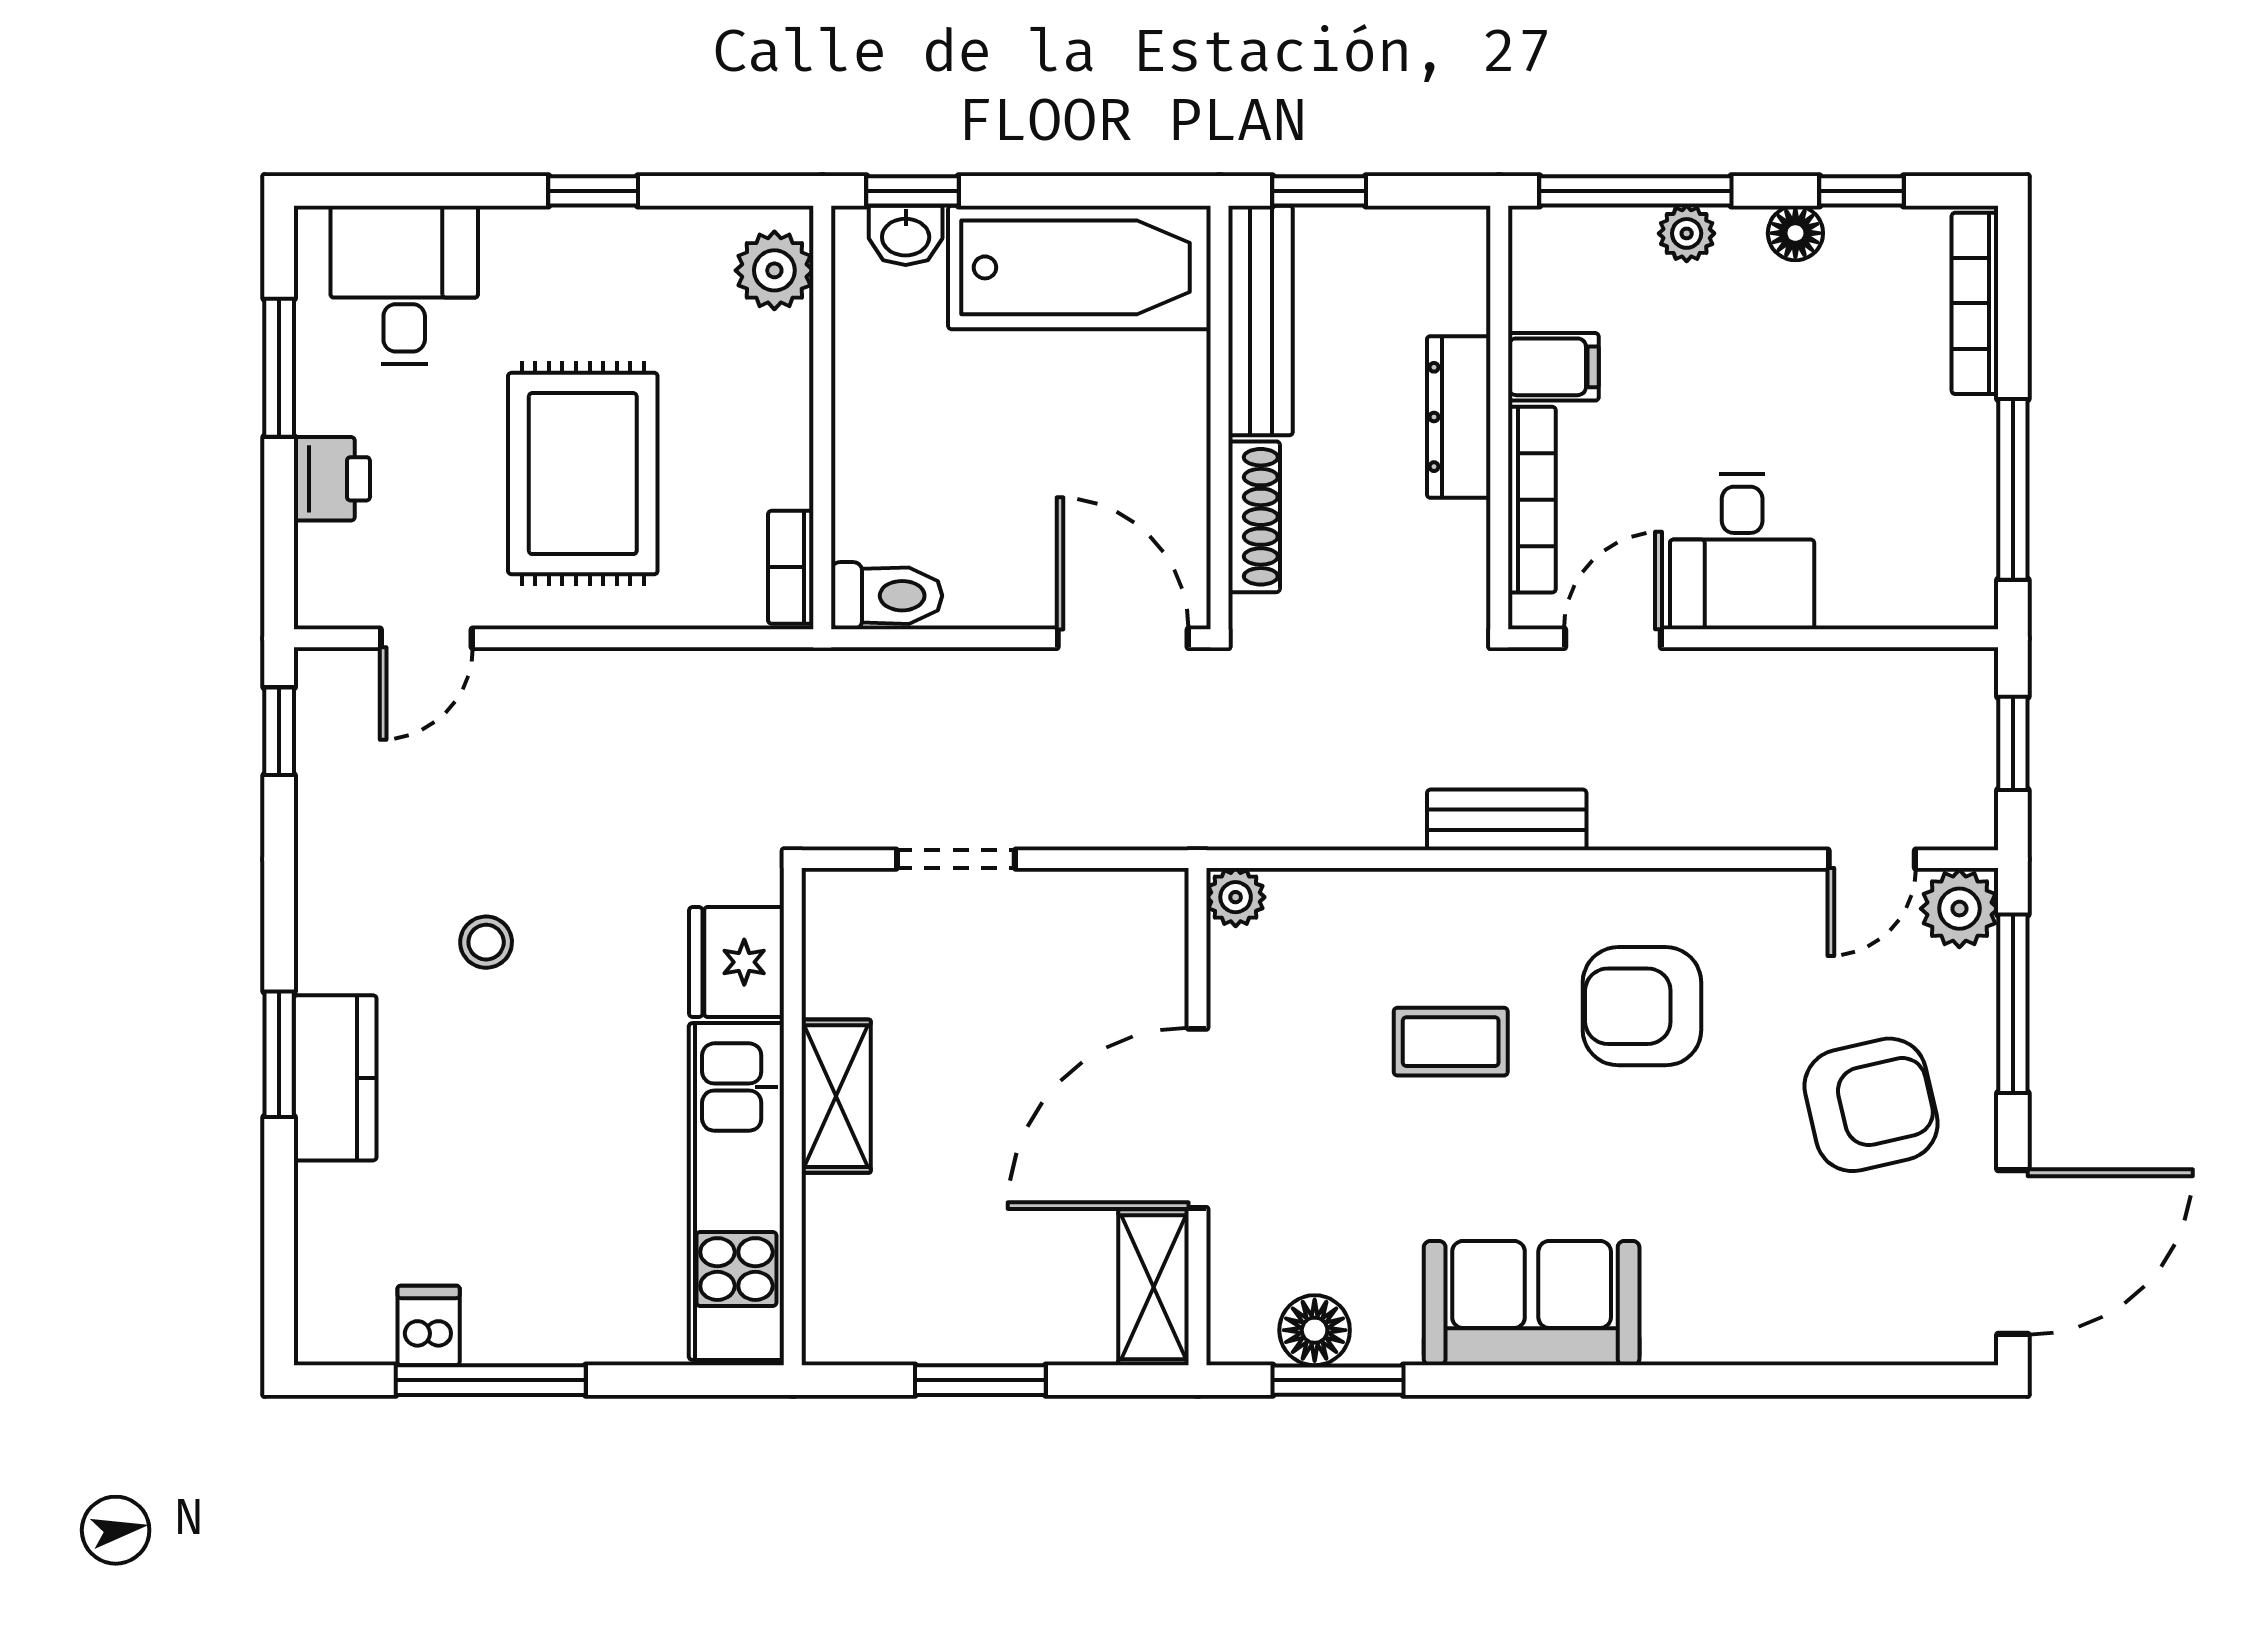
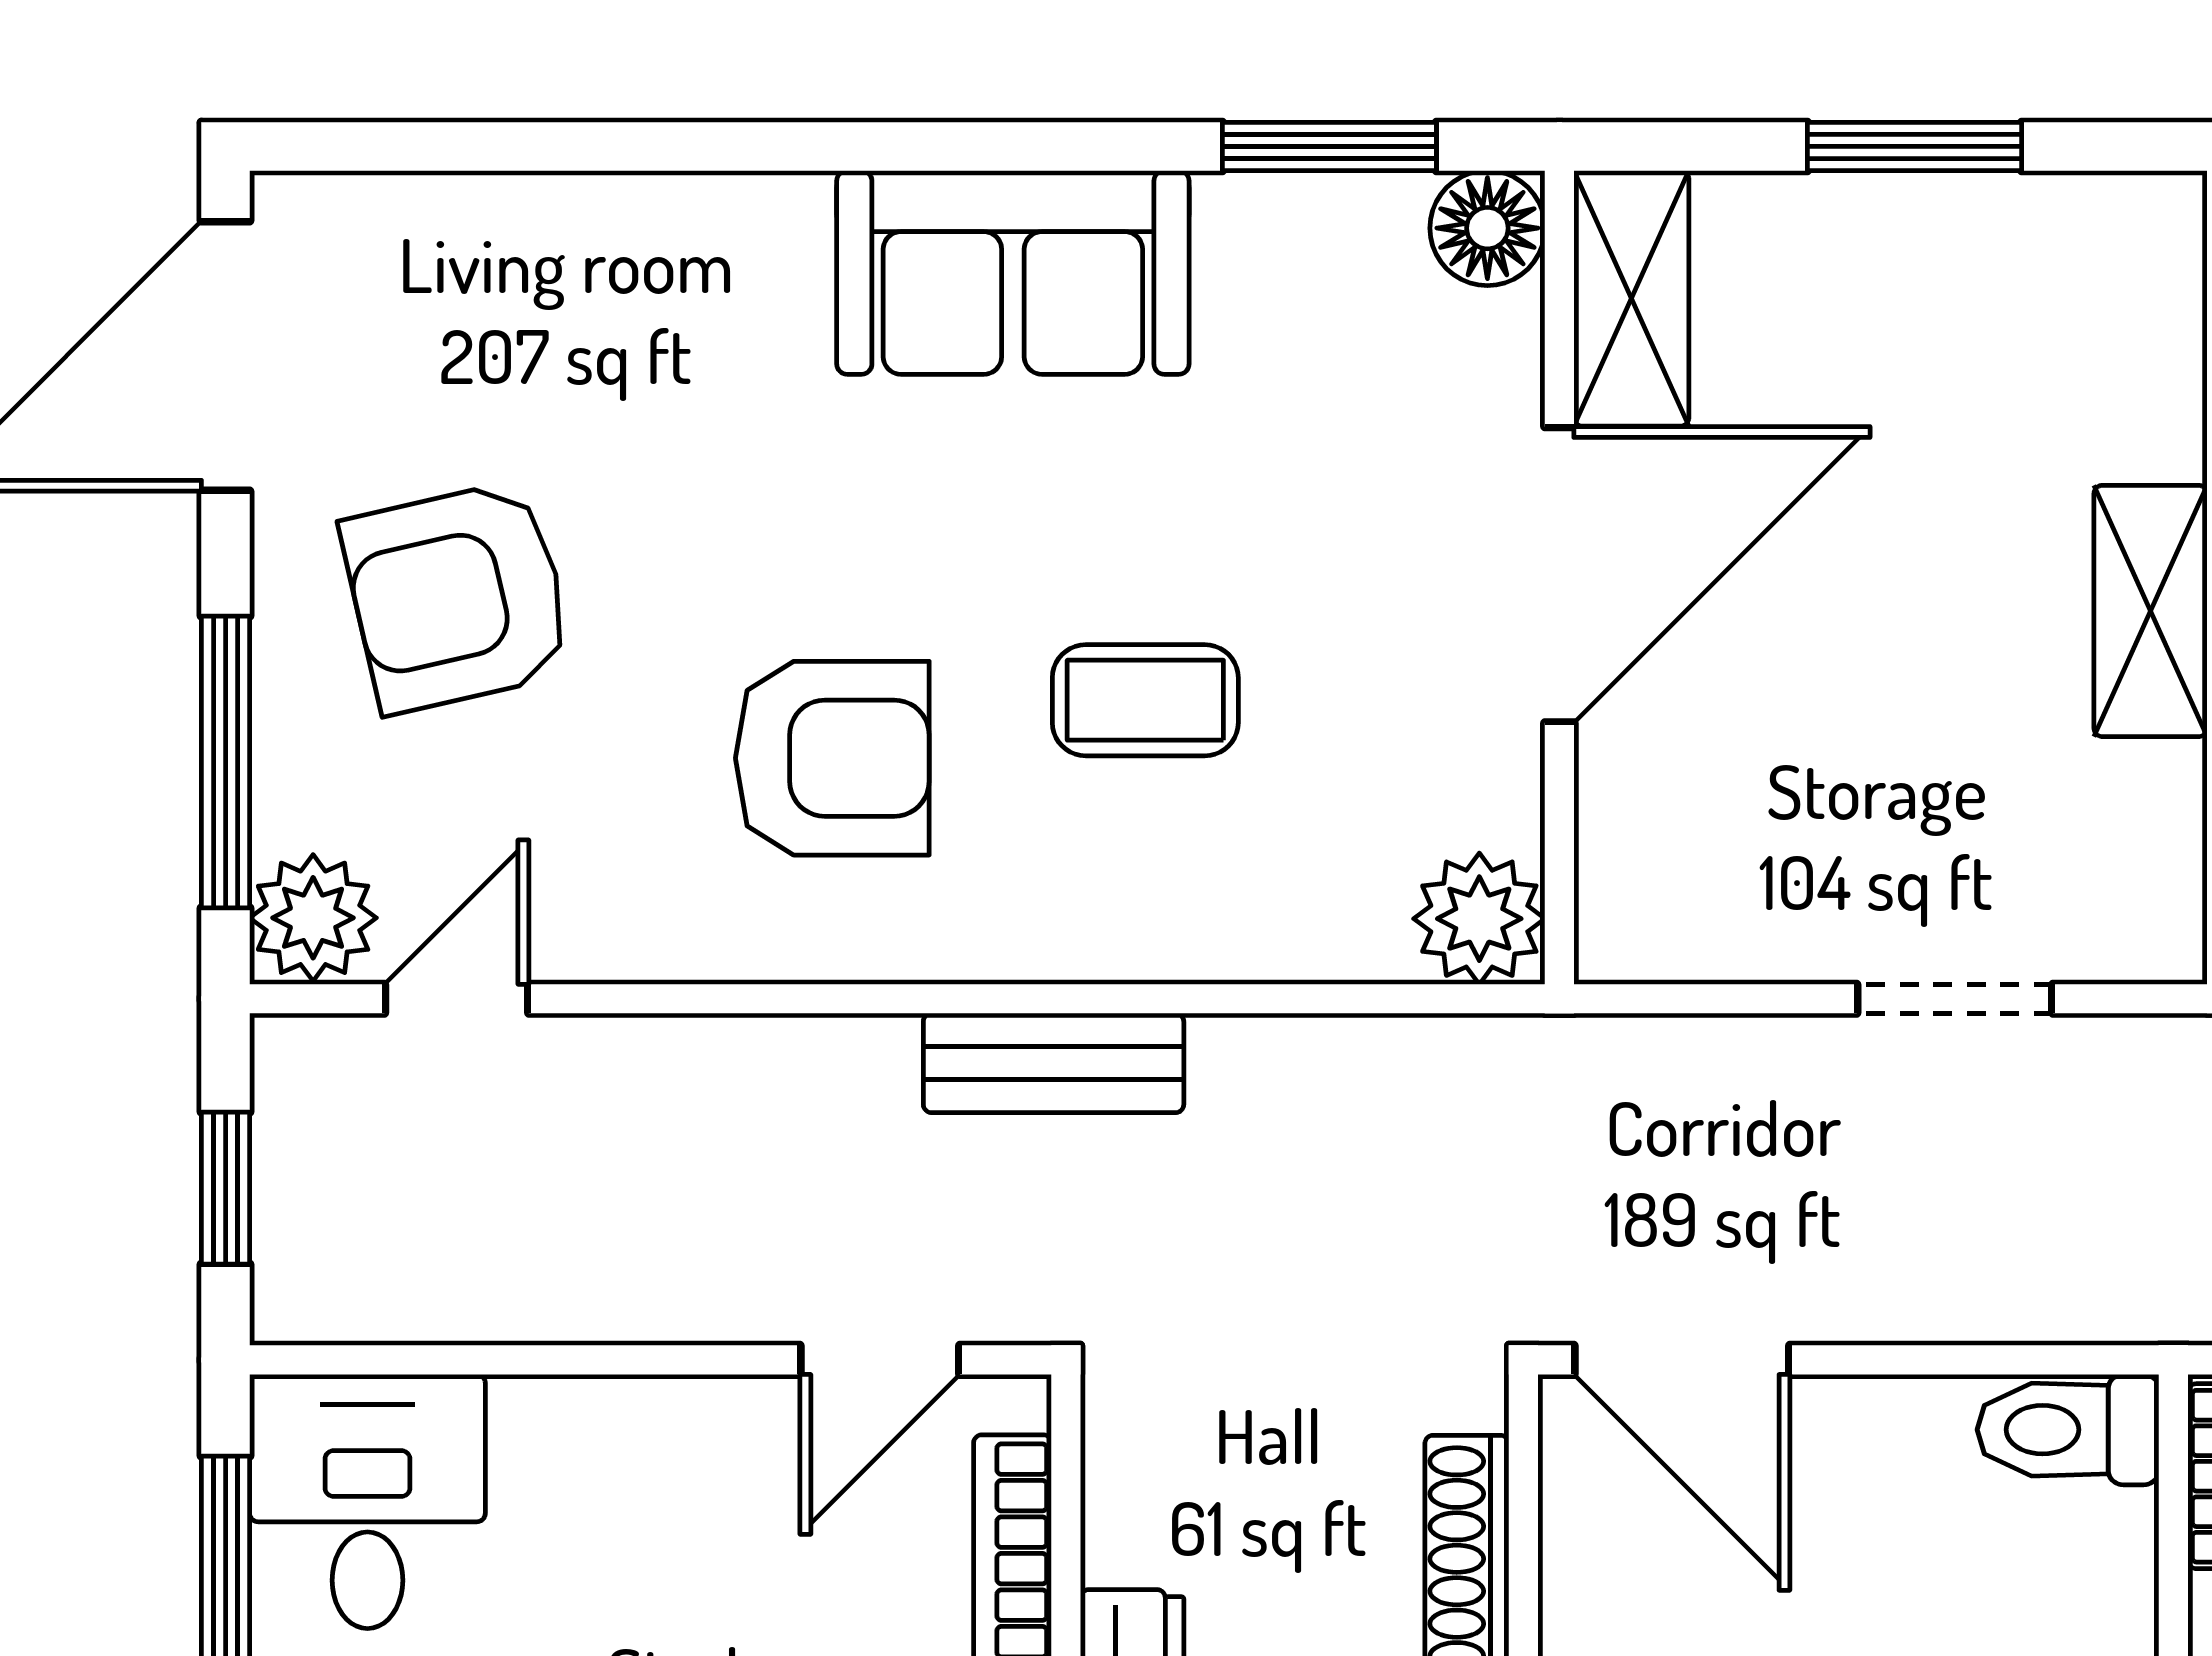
desk: (1742, 552) -> (367, 1501), moved
plant: (1236, 897) -> (1479, 919), width x1.38, depth x1.38
floor lamp: (1315, 1330) -> (1487, 228), moved

